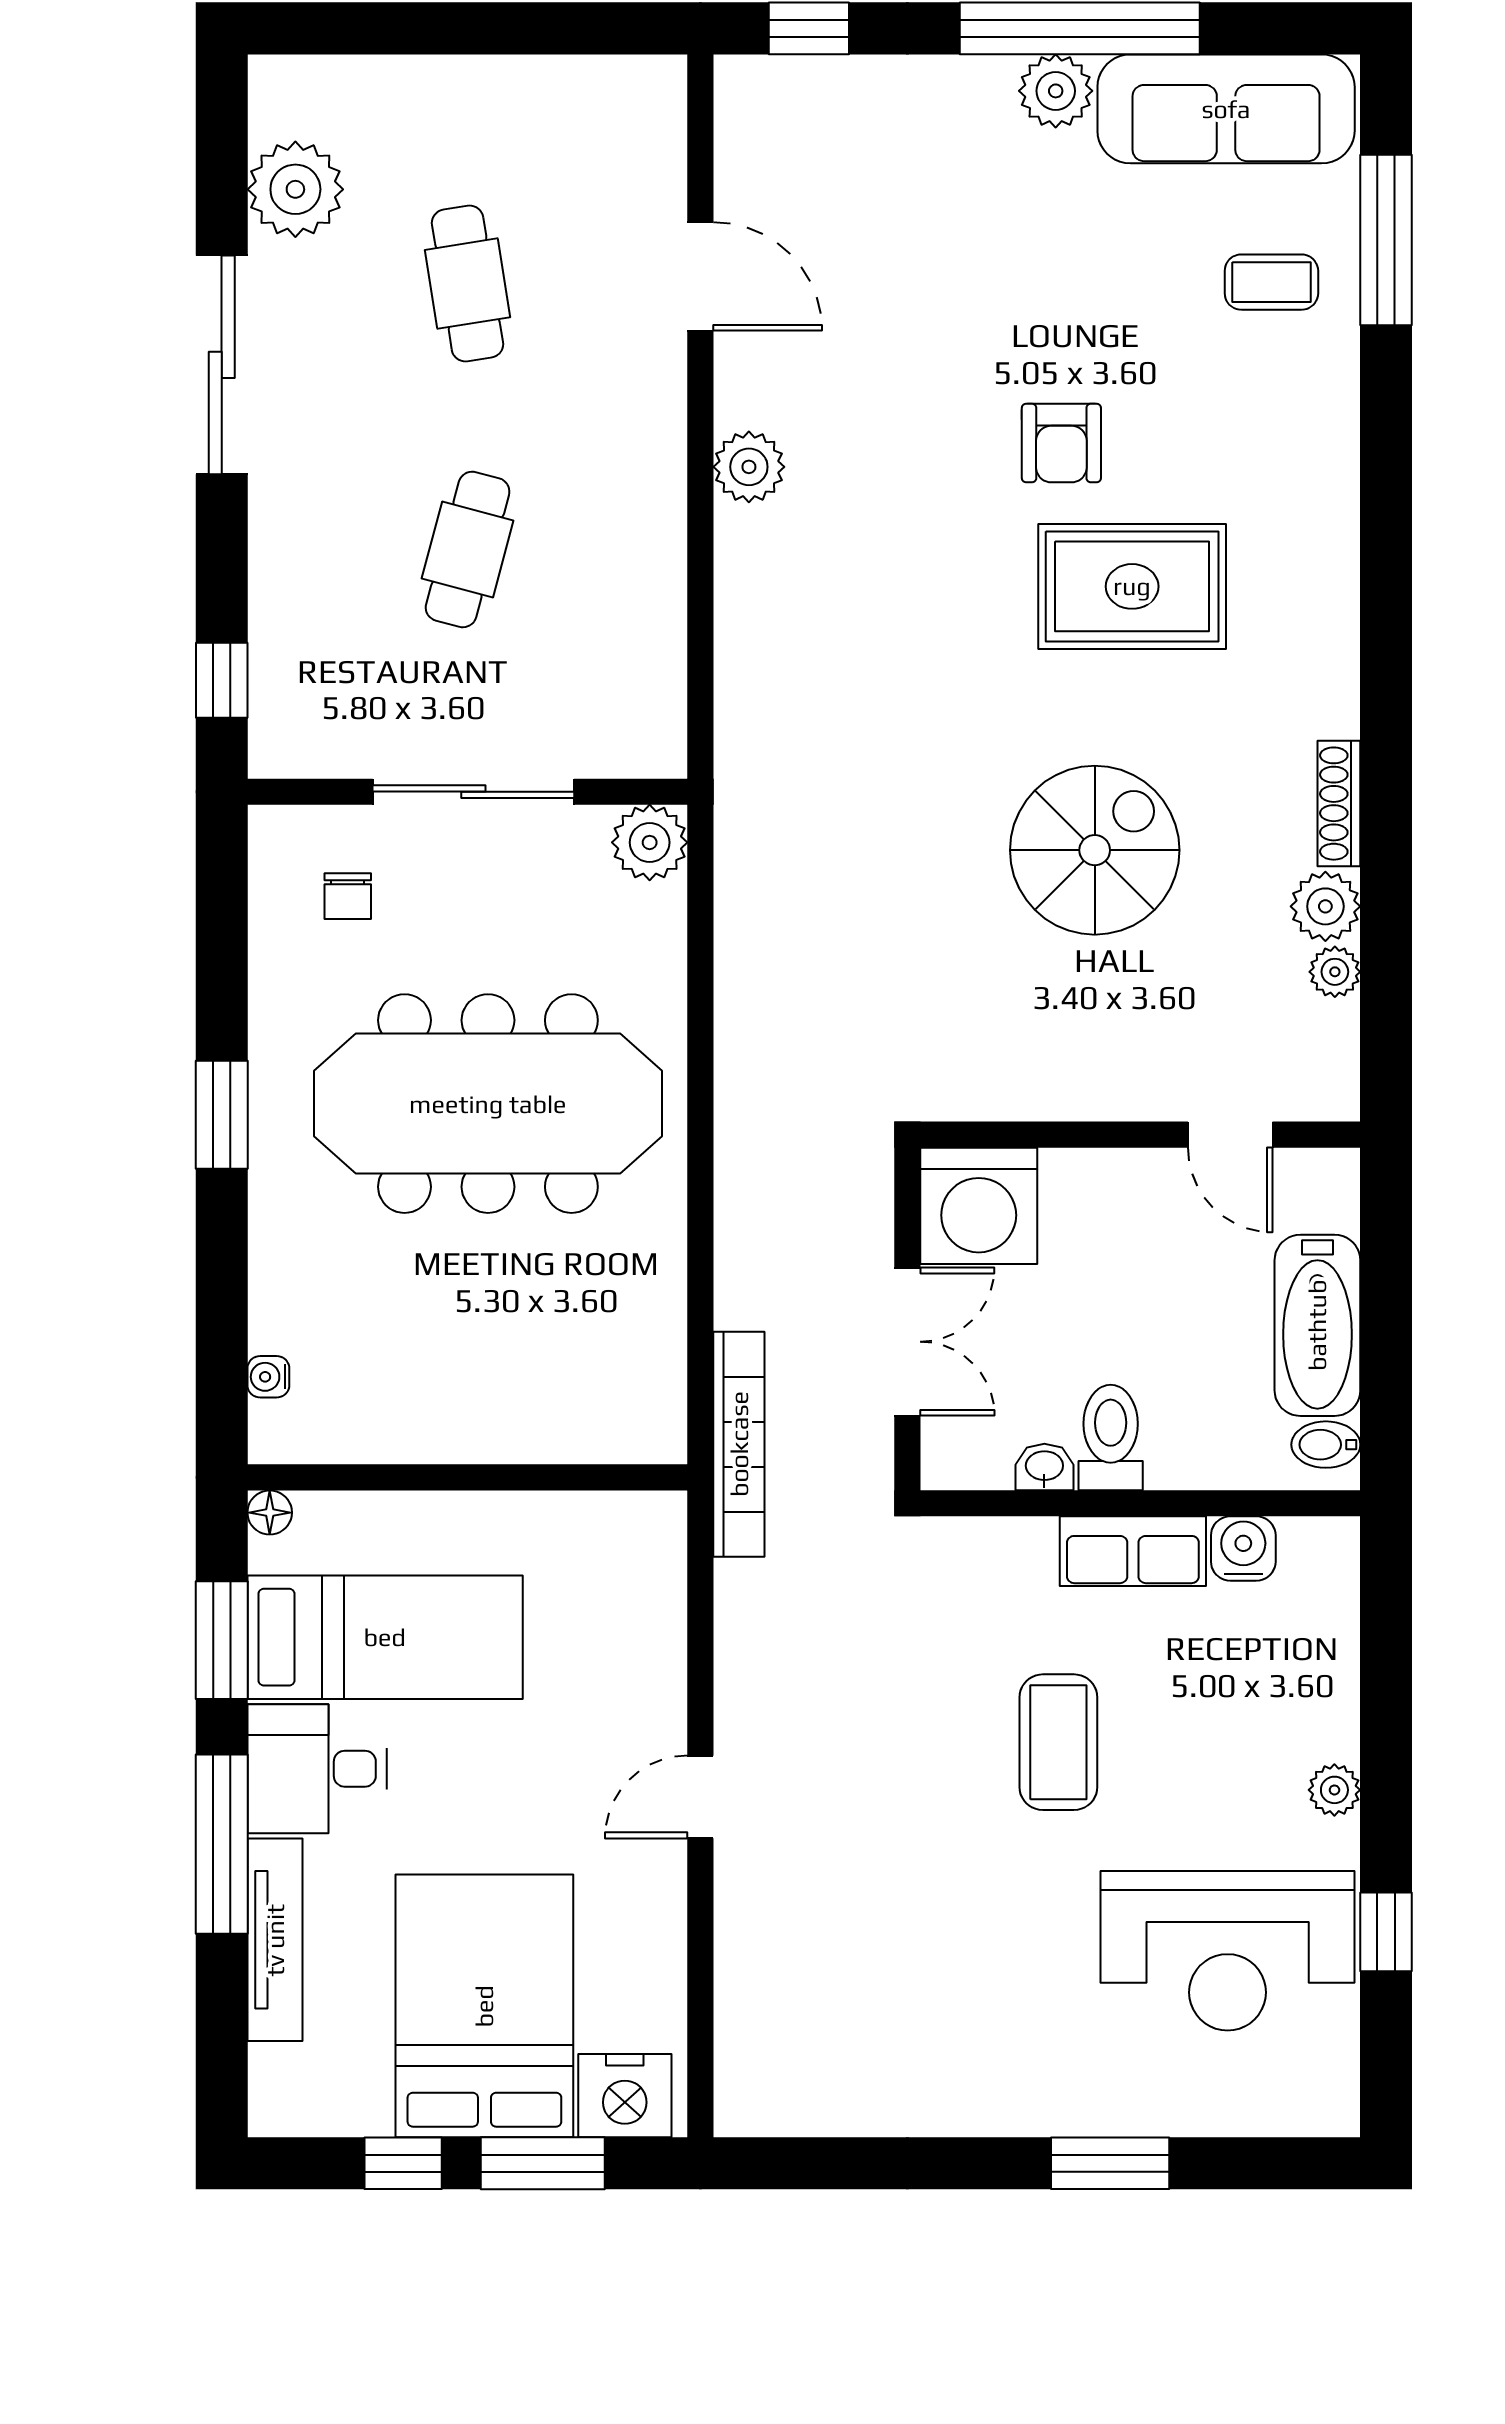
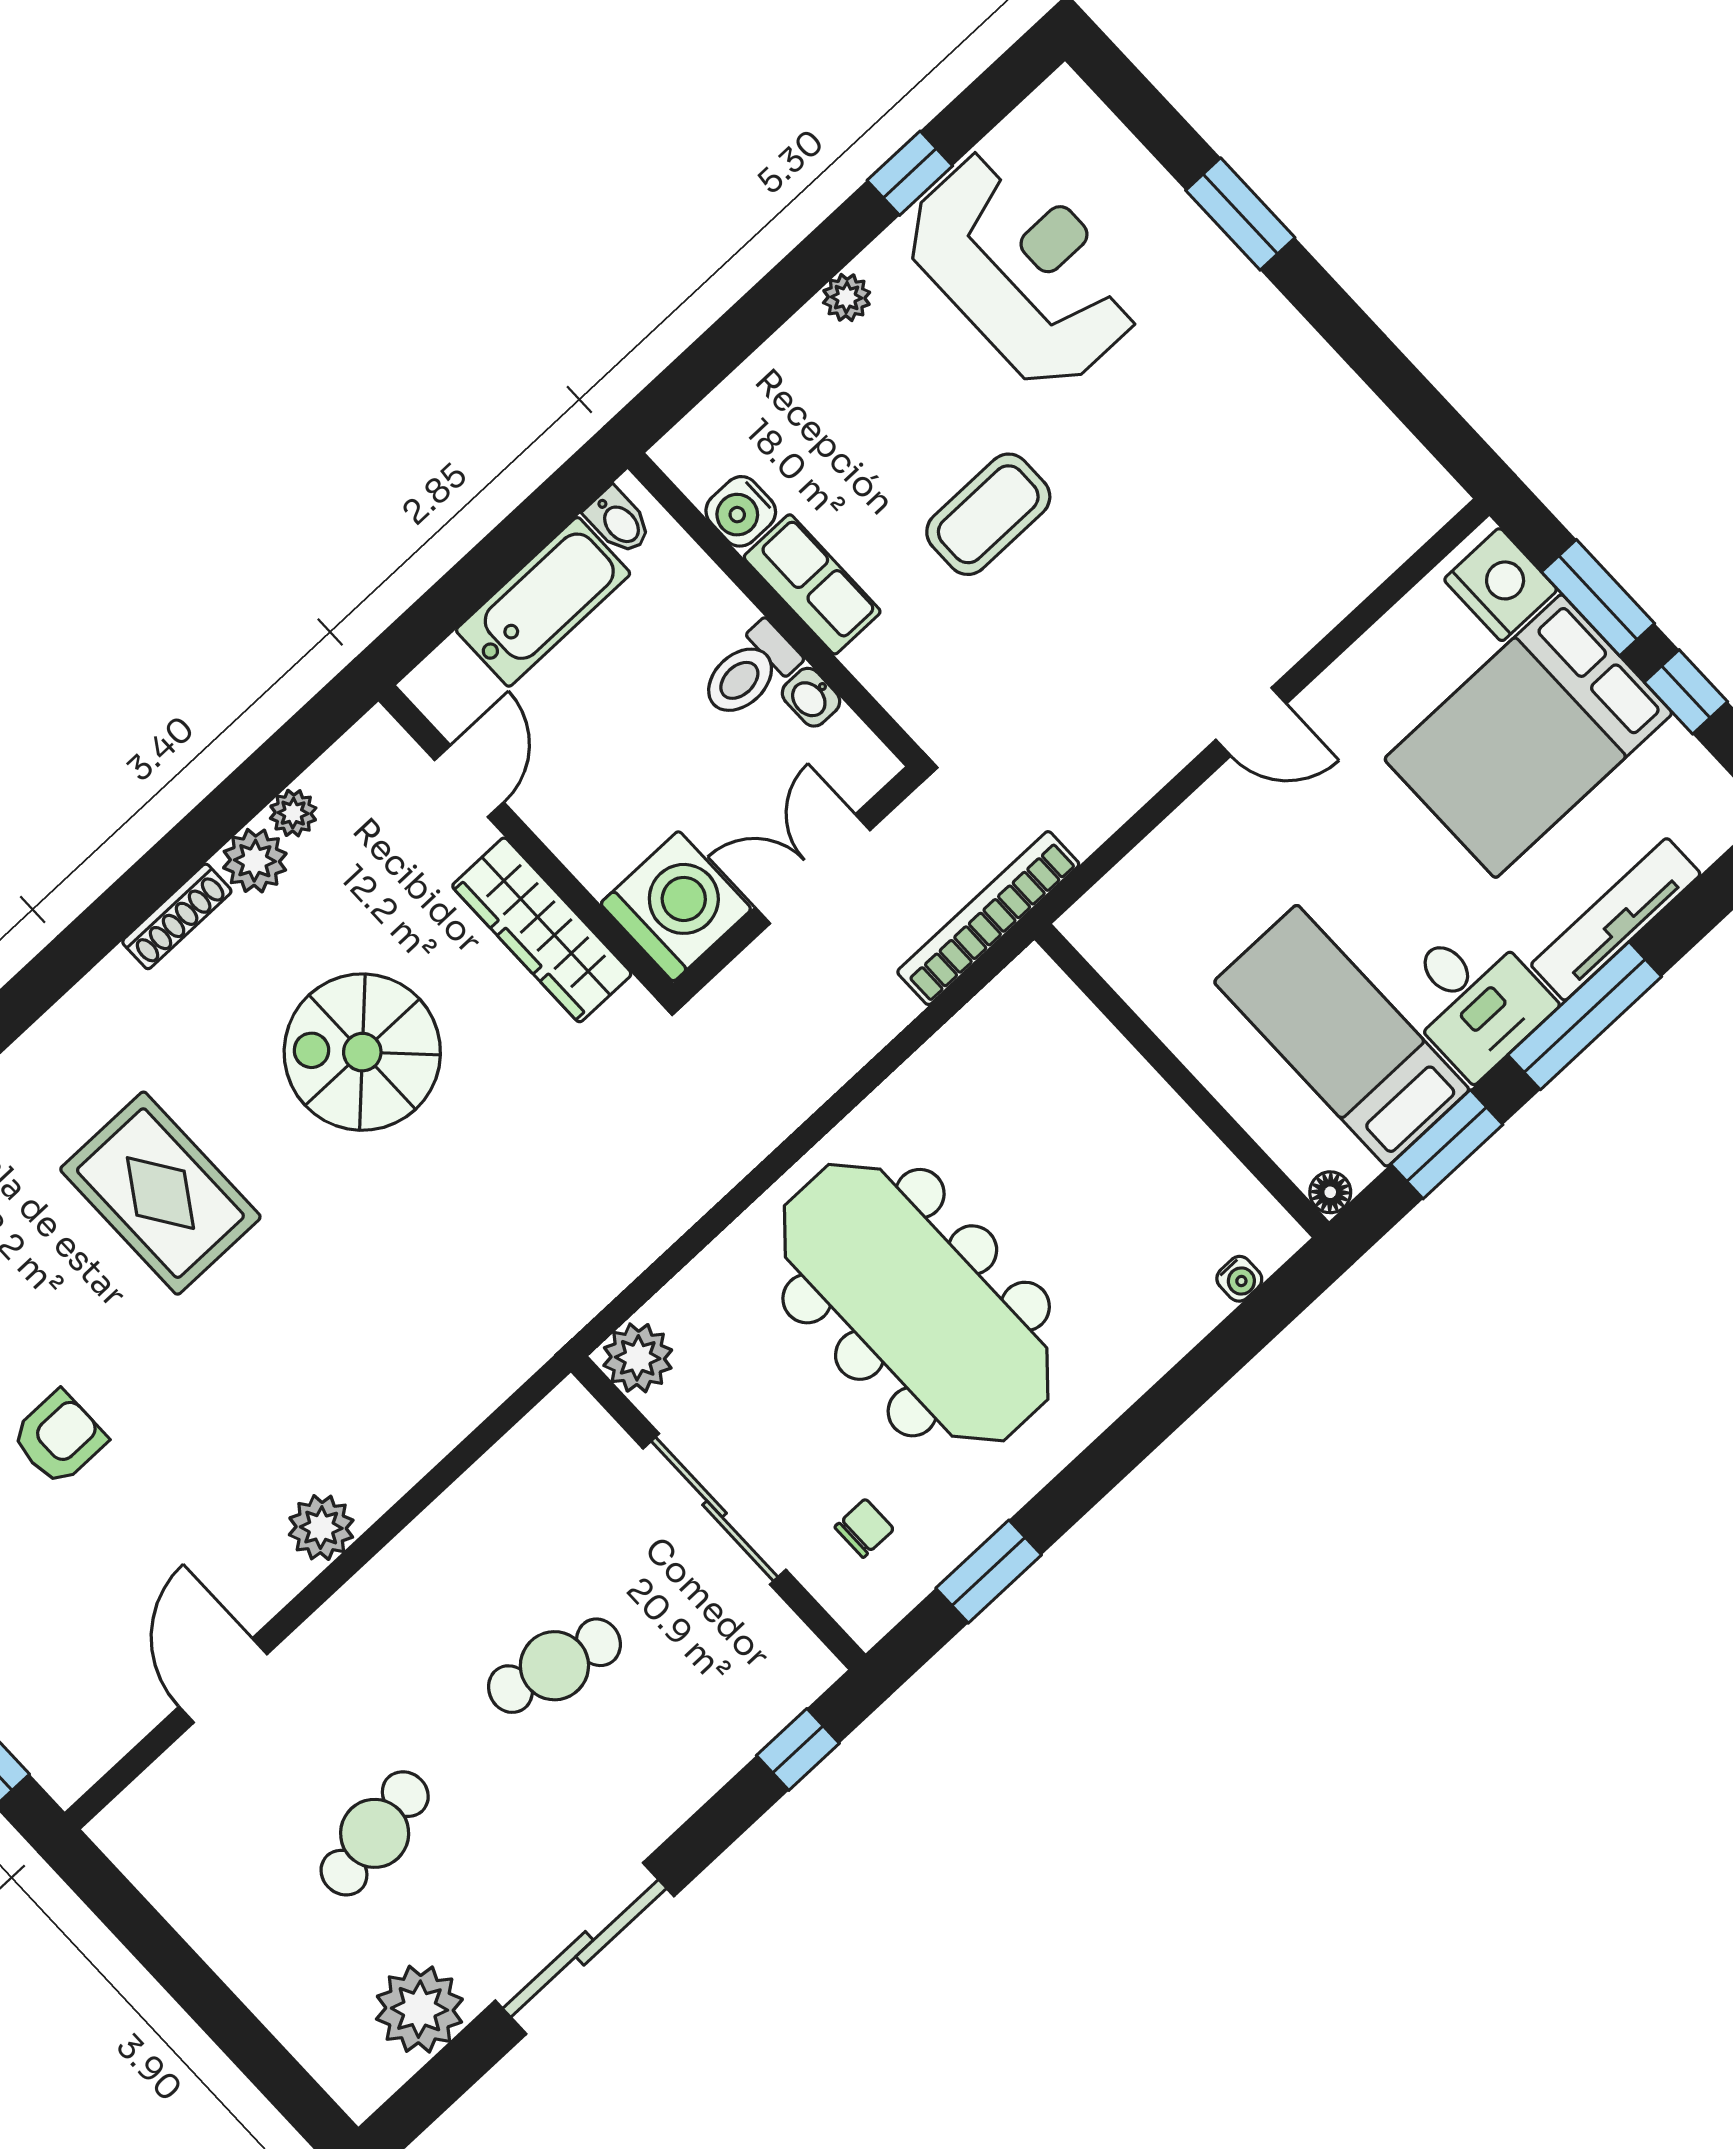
armchair: (1061, 443) -> (59, 1438), moved
wardrobe: (1059, 1082) -> (542, 930), added
window: (222, 1115) -> (989, 1572), moved

